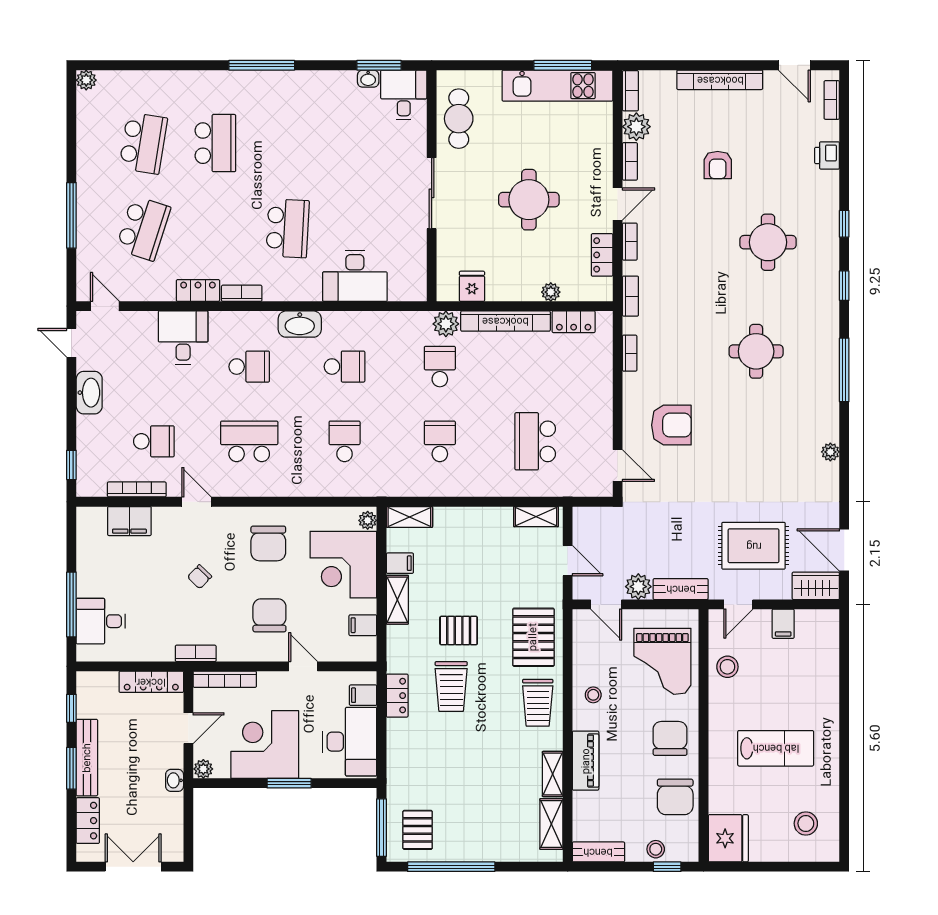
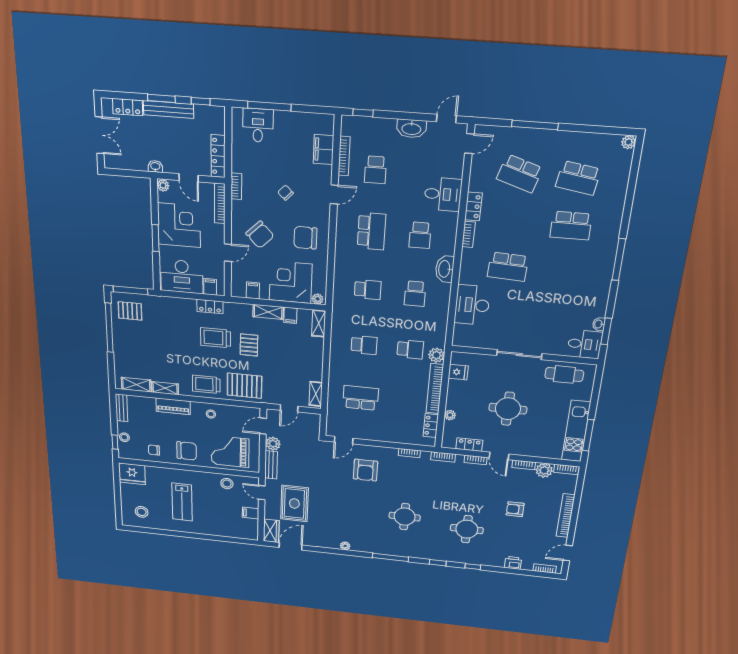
chair: (269, 615) -> (260, 235), turned 46
chair: (675, 797) -> (154, 450), width x0.54, depth x0.54

